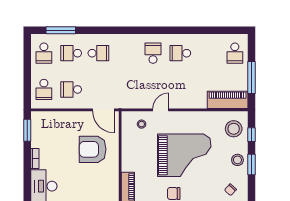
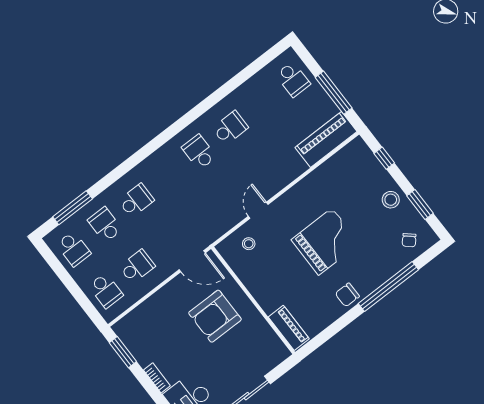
school desk: (71, 53) -> (105, 225), turned 90
school desk: (180, 53) -> (230, 128), turned 180
school desk: (71, 89) -> (137, 266), turned 180
stool: (234, 129) -> (359, 167), removed
grand piano: (184, 155) -> (325, 242), width x0.73, depth x0.68
window: (251, 165) -> (420, 205), moved

